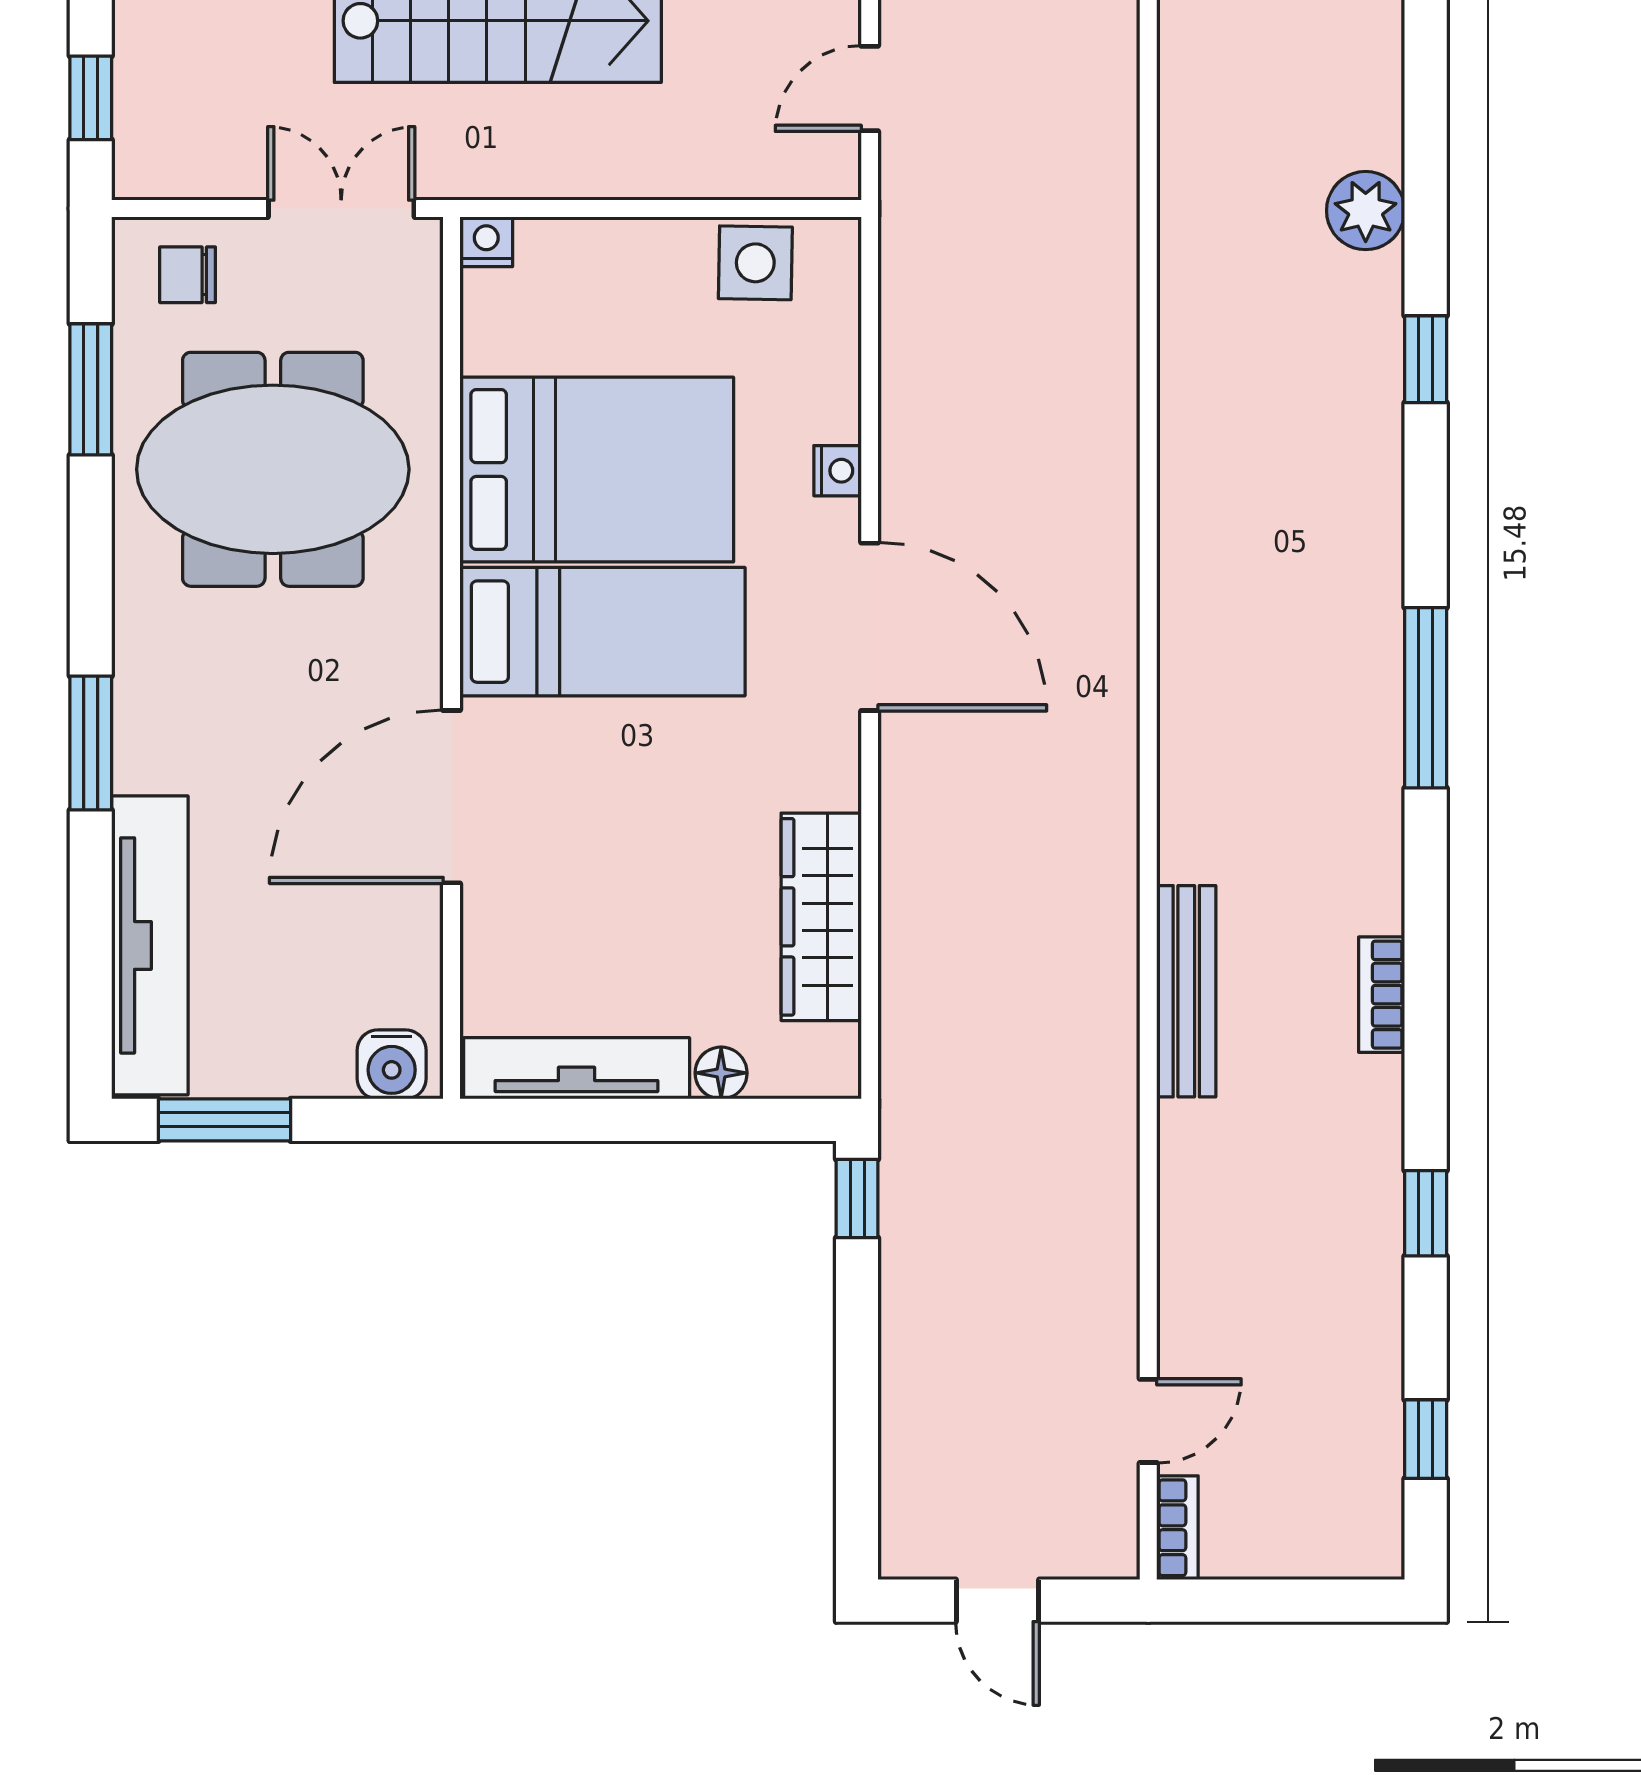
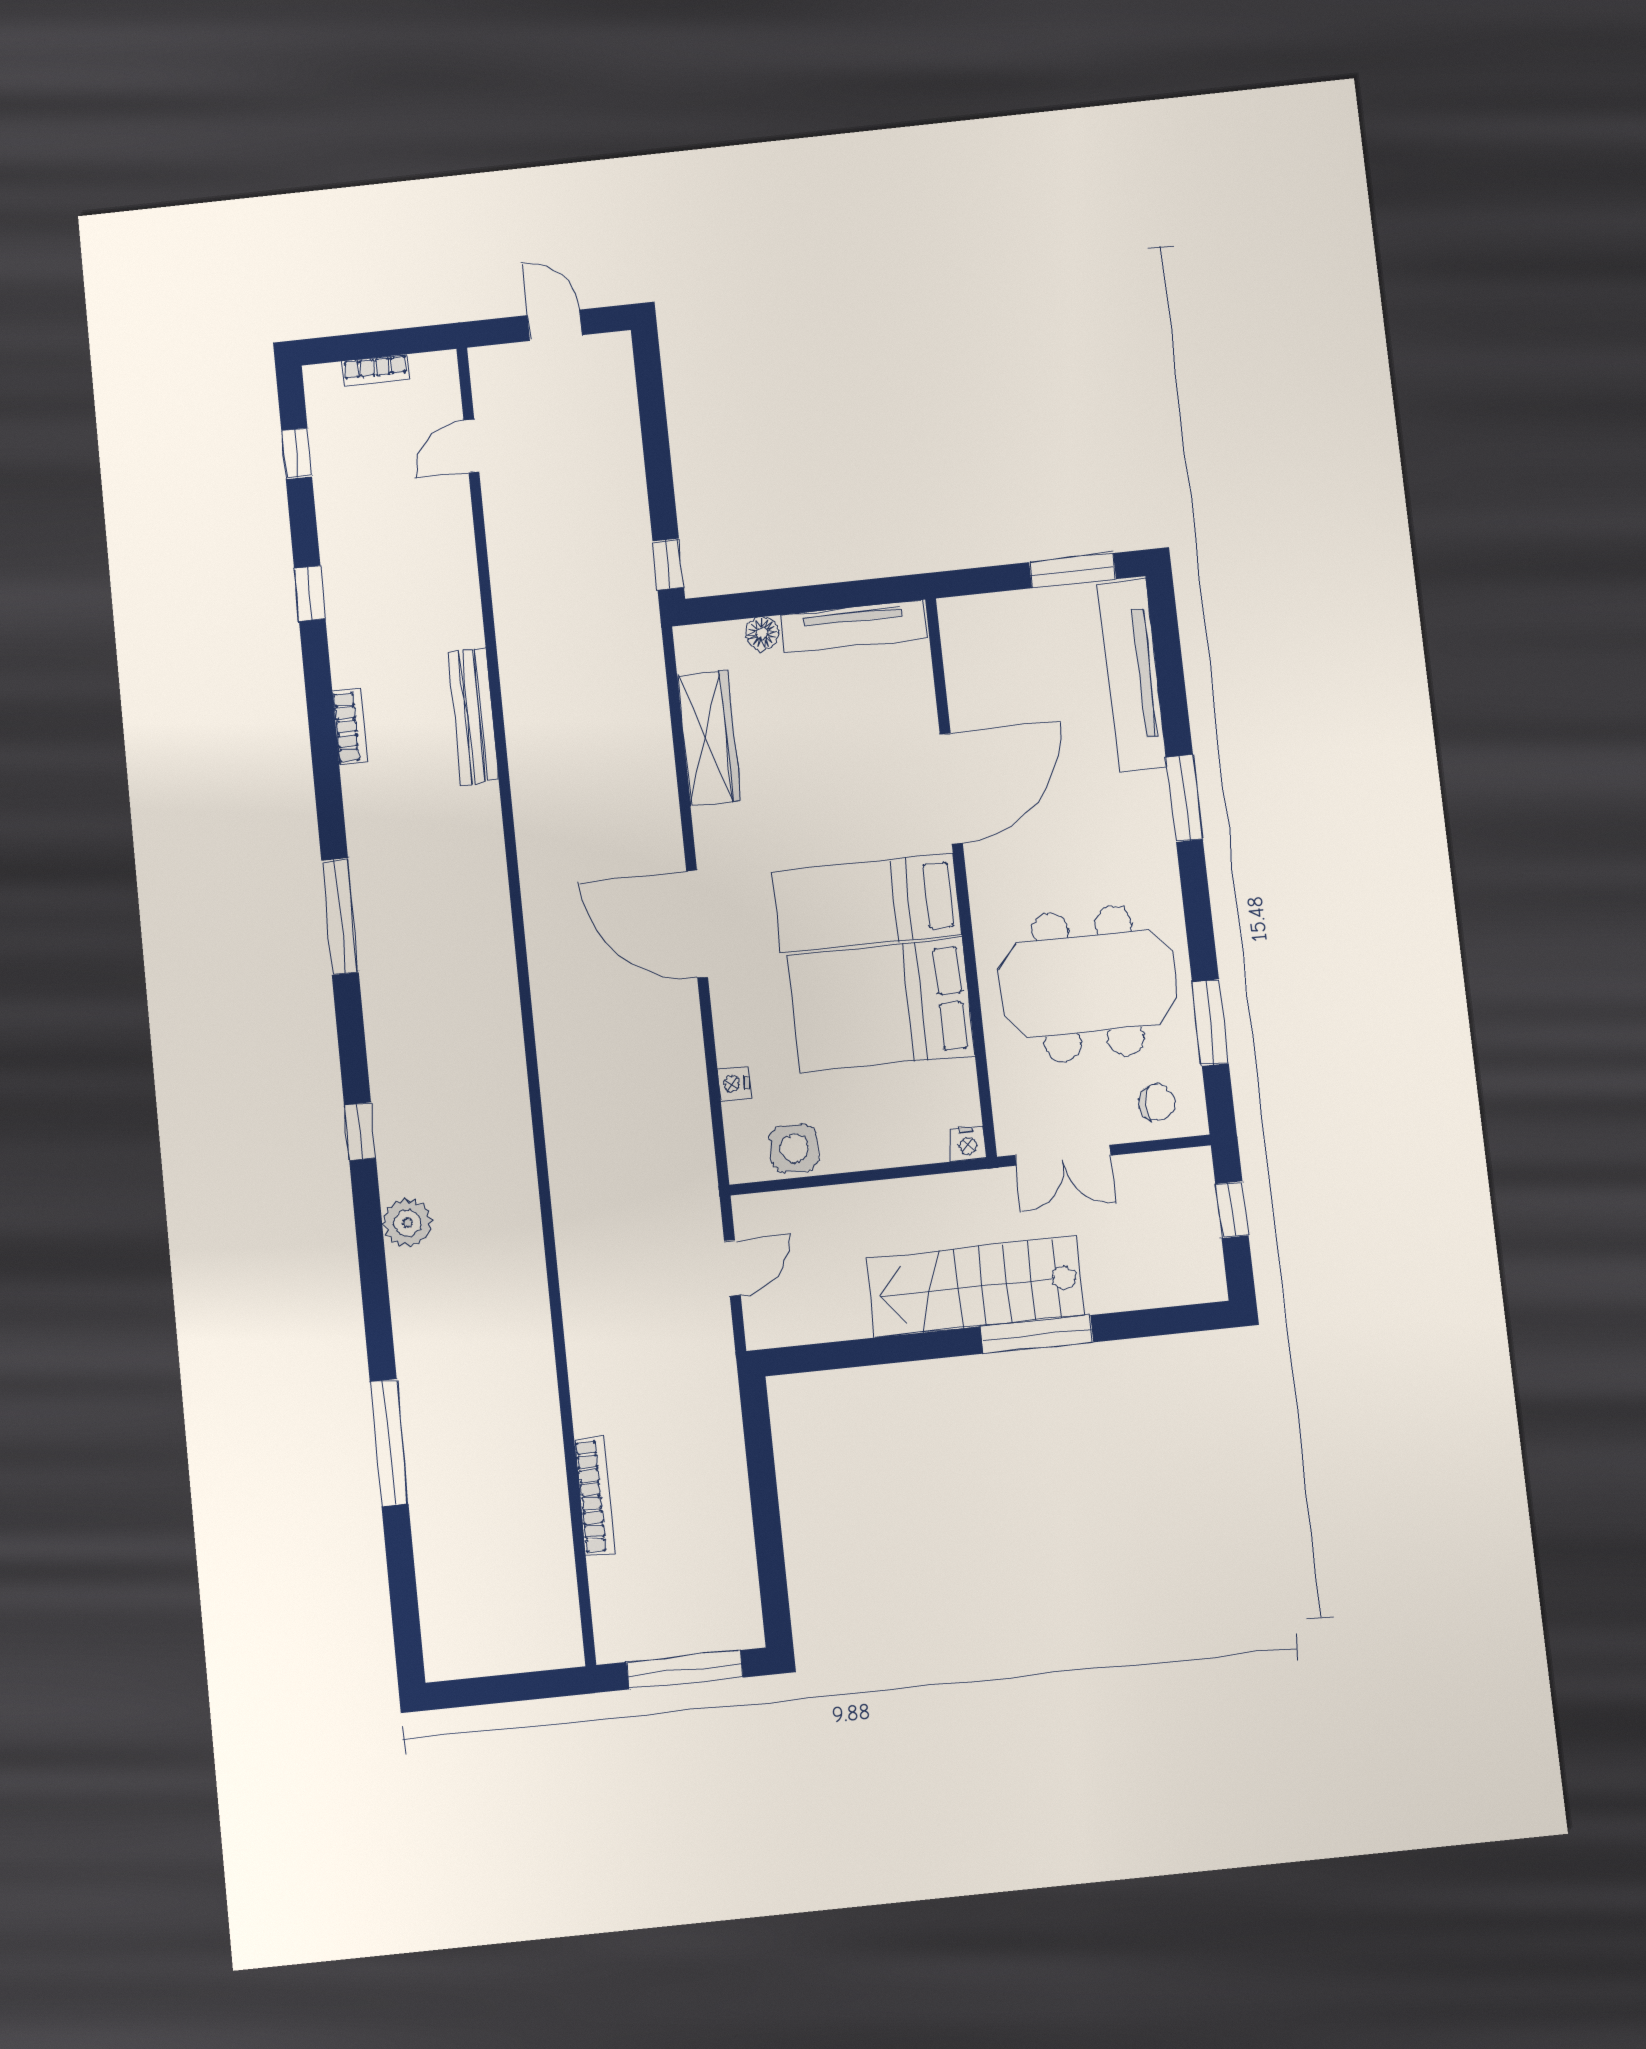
nightstand: (838, 471) -> (734, 1084), moved
water cooler: (392, 1064) -> (971, 617), removed
bookcase: (1177, 1528) -> (375, 370), moved, turned -90

